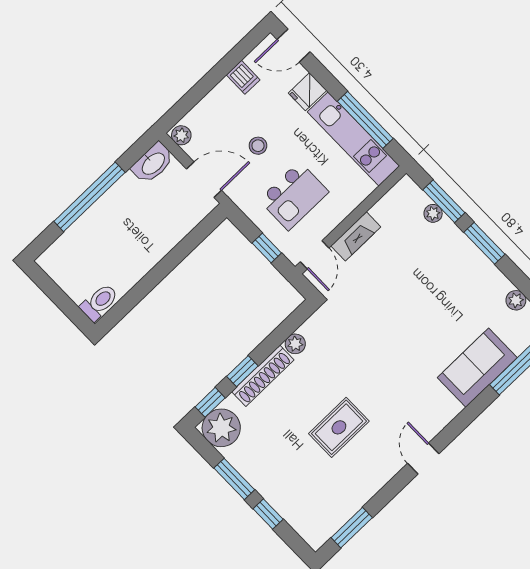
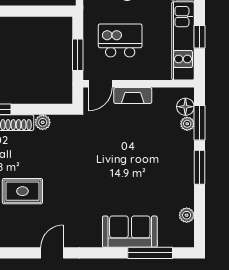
window: (365, 120) -> (200, 37), width x0.46
kitchen island: (294, 196) -> (120, 40), turned 180
floor lamp: (416, 199) -> (185, 107), added
window: (267, 248) -> (78, 55), width x1.50

